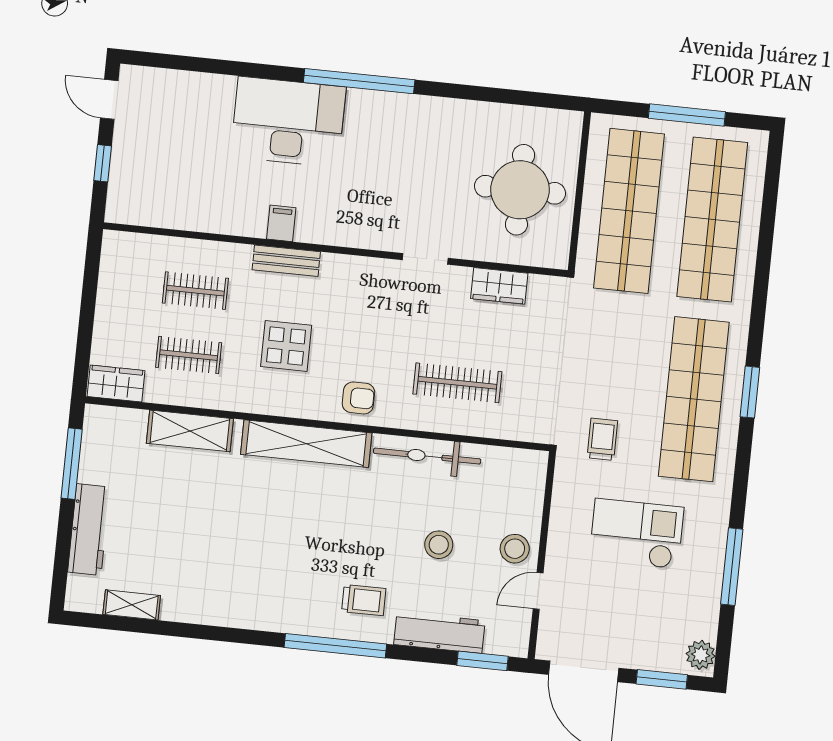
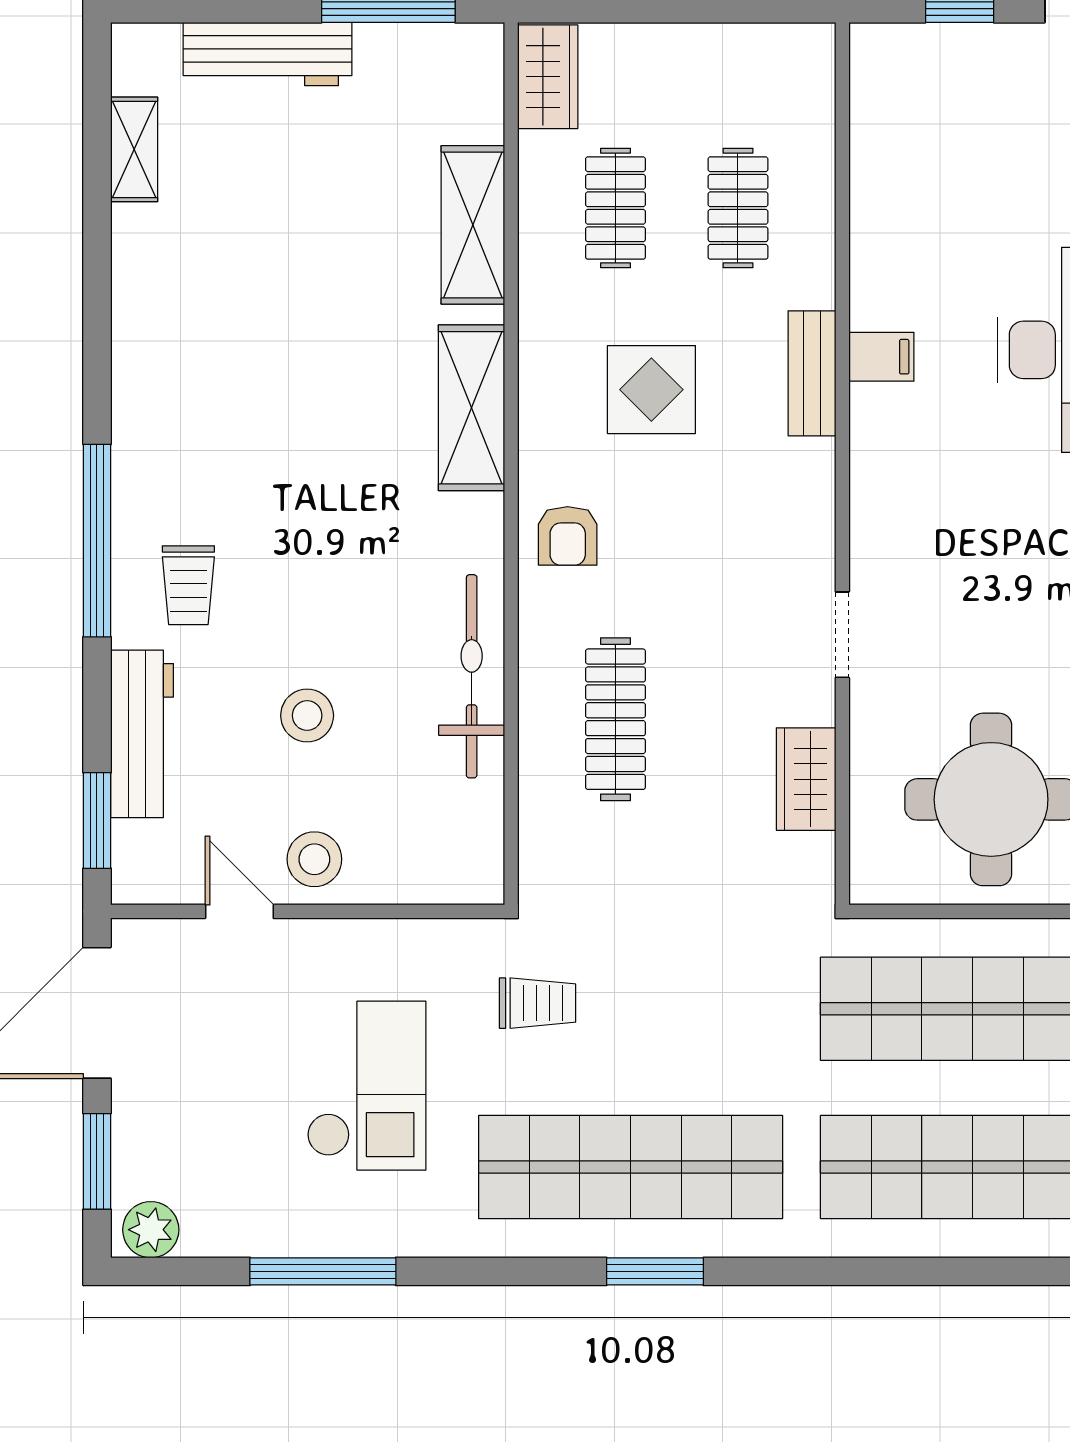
shelving: (306, 444) -> (472, 408), width x0.68

